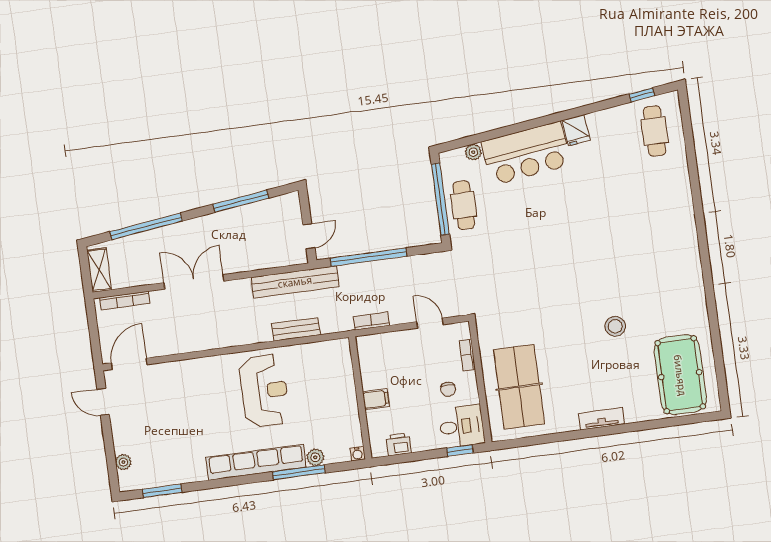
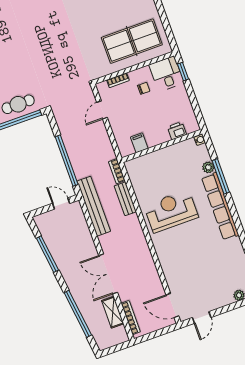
shelving: (99, 270) -> (113, 312), moved, turned 90
bookcase: (371, 321) -> (117, 171), moved
filing cabinet: (376, 399) -> (139, 143), moved
printer: (399, 444) -> (177, 131), moved, turned 90

